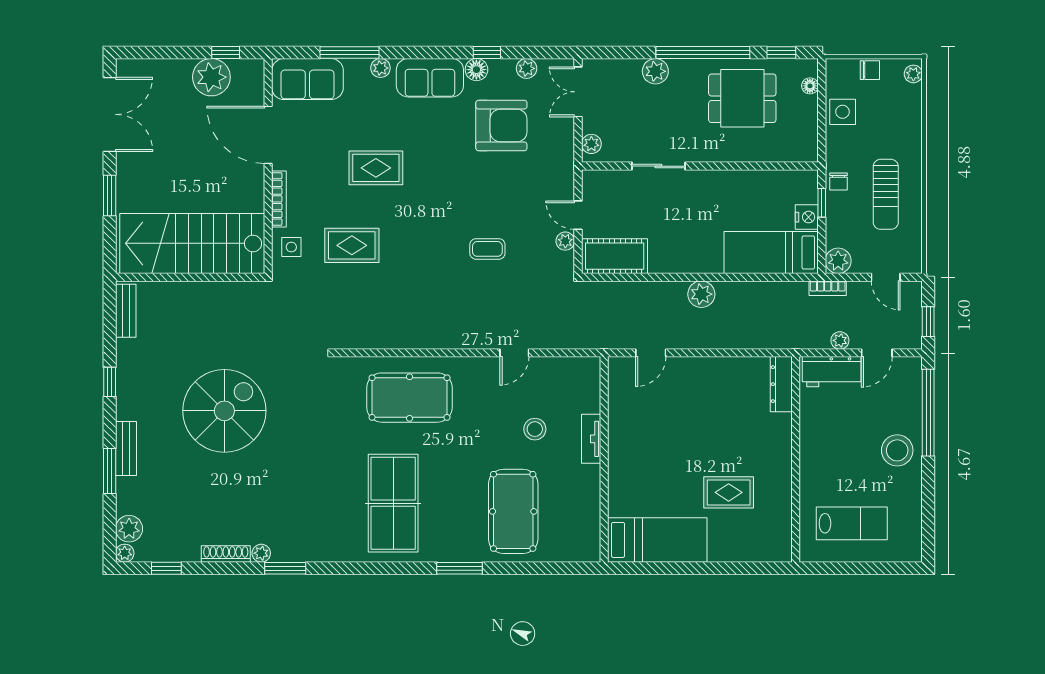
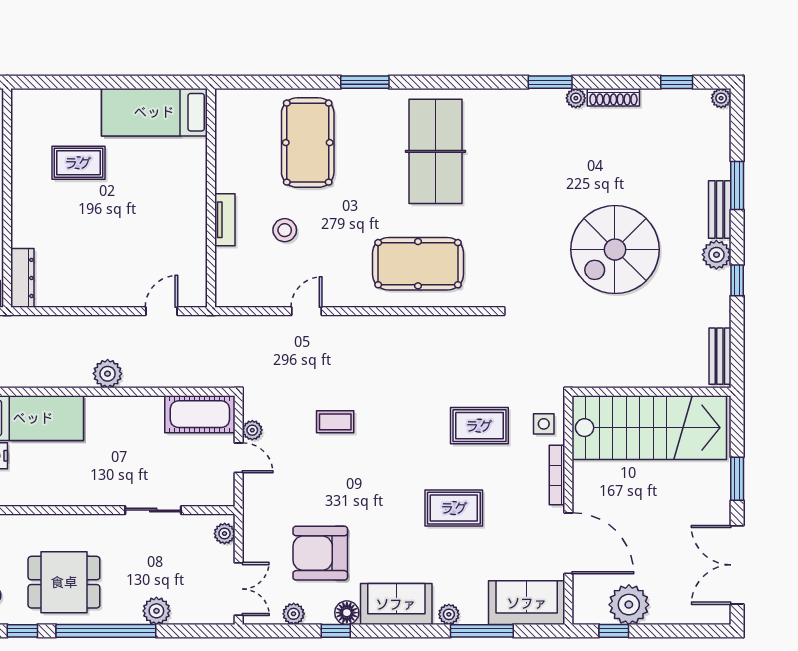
plant: (129, 529) -> (716, 255), moved

